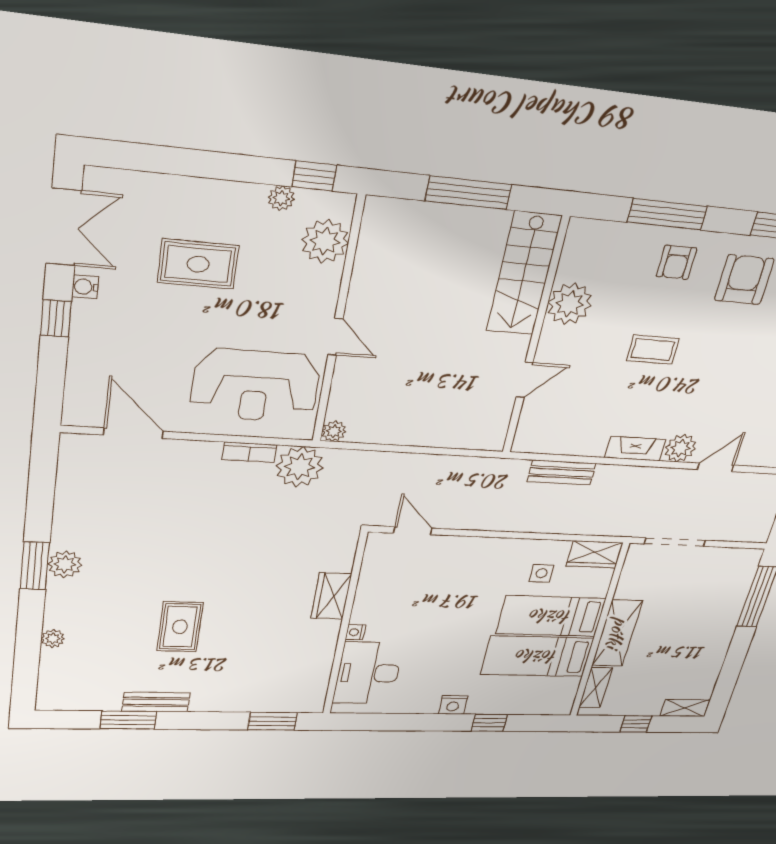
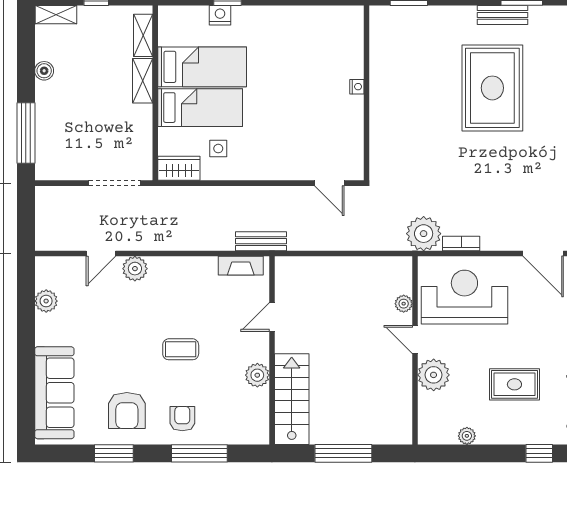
window: (314, 176) -> (539, 453), moved
plant: (325, 241) -> (434, 375), moved
plant: (570, 304) -> (257, 375), width x0.73, depth x0.73
plant: (334, 431) -> (404, 304), moved
fireplace: (635, 449) -> (241, 266), moved
bench: (562, 472) -> (261, 241), moved
wardrobe: (331, 596) -> (382, 121), removed
rug: (180, 627) -> (492, 88), width x1.86, depth x2.06
shelving: (617, 633) -> (143, 81), width x0.67, depth x0.75
boiler: (716, 656) -> (44, 71), added
desk: (368, 673) -> (340, 47), removed
nightstand: (453, 705) -> (220, 15), moved

